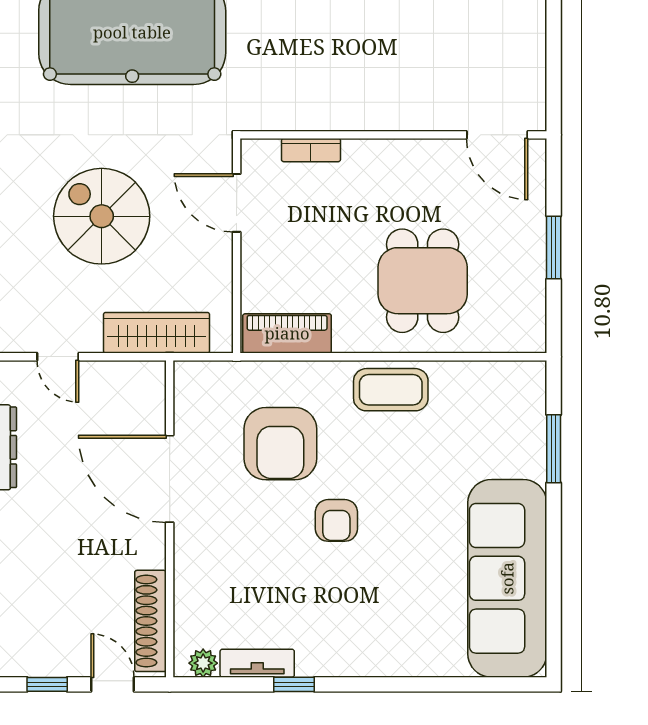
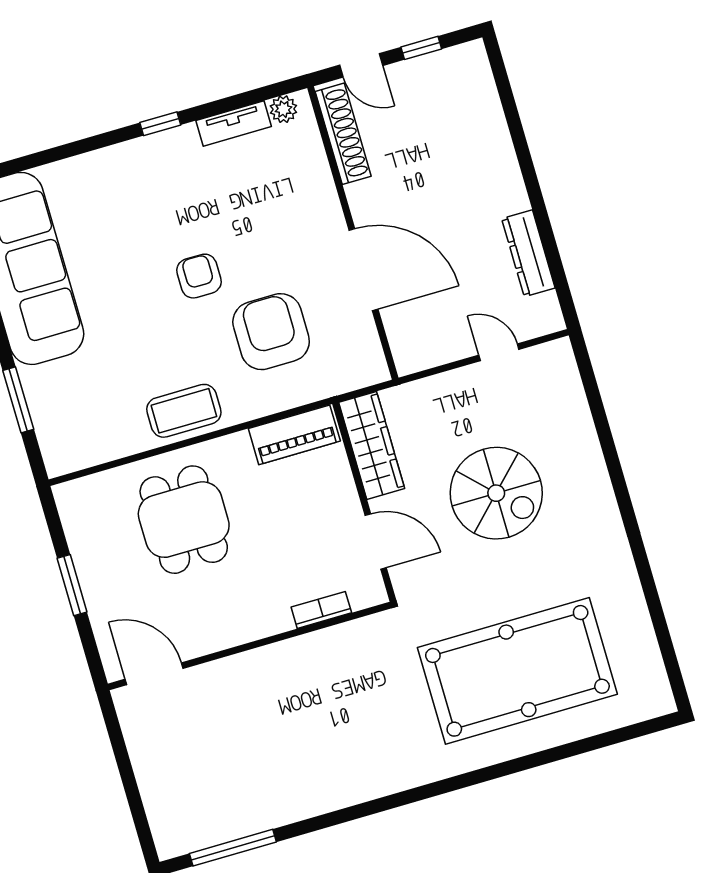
wardrobe: (157, 333) -> (372, 445), moved, turned -90
window: (294, 684) -> (160, 124), moved

